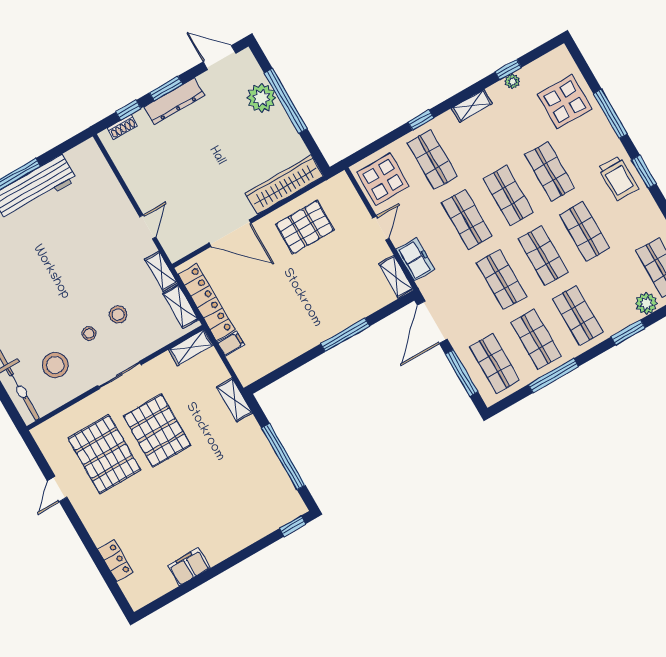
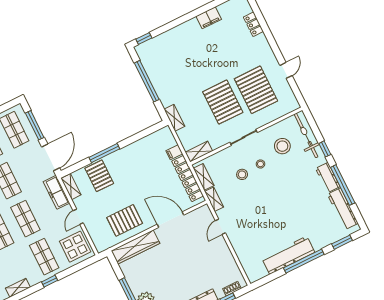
freezer: (415, 259) -> (57, 192), width x1.40
pallet: (351, 297) -> (99, 176), added

